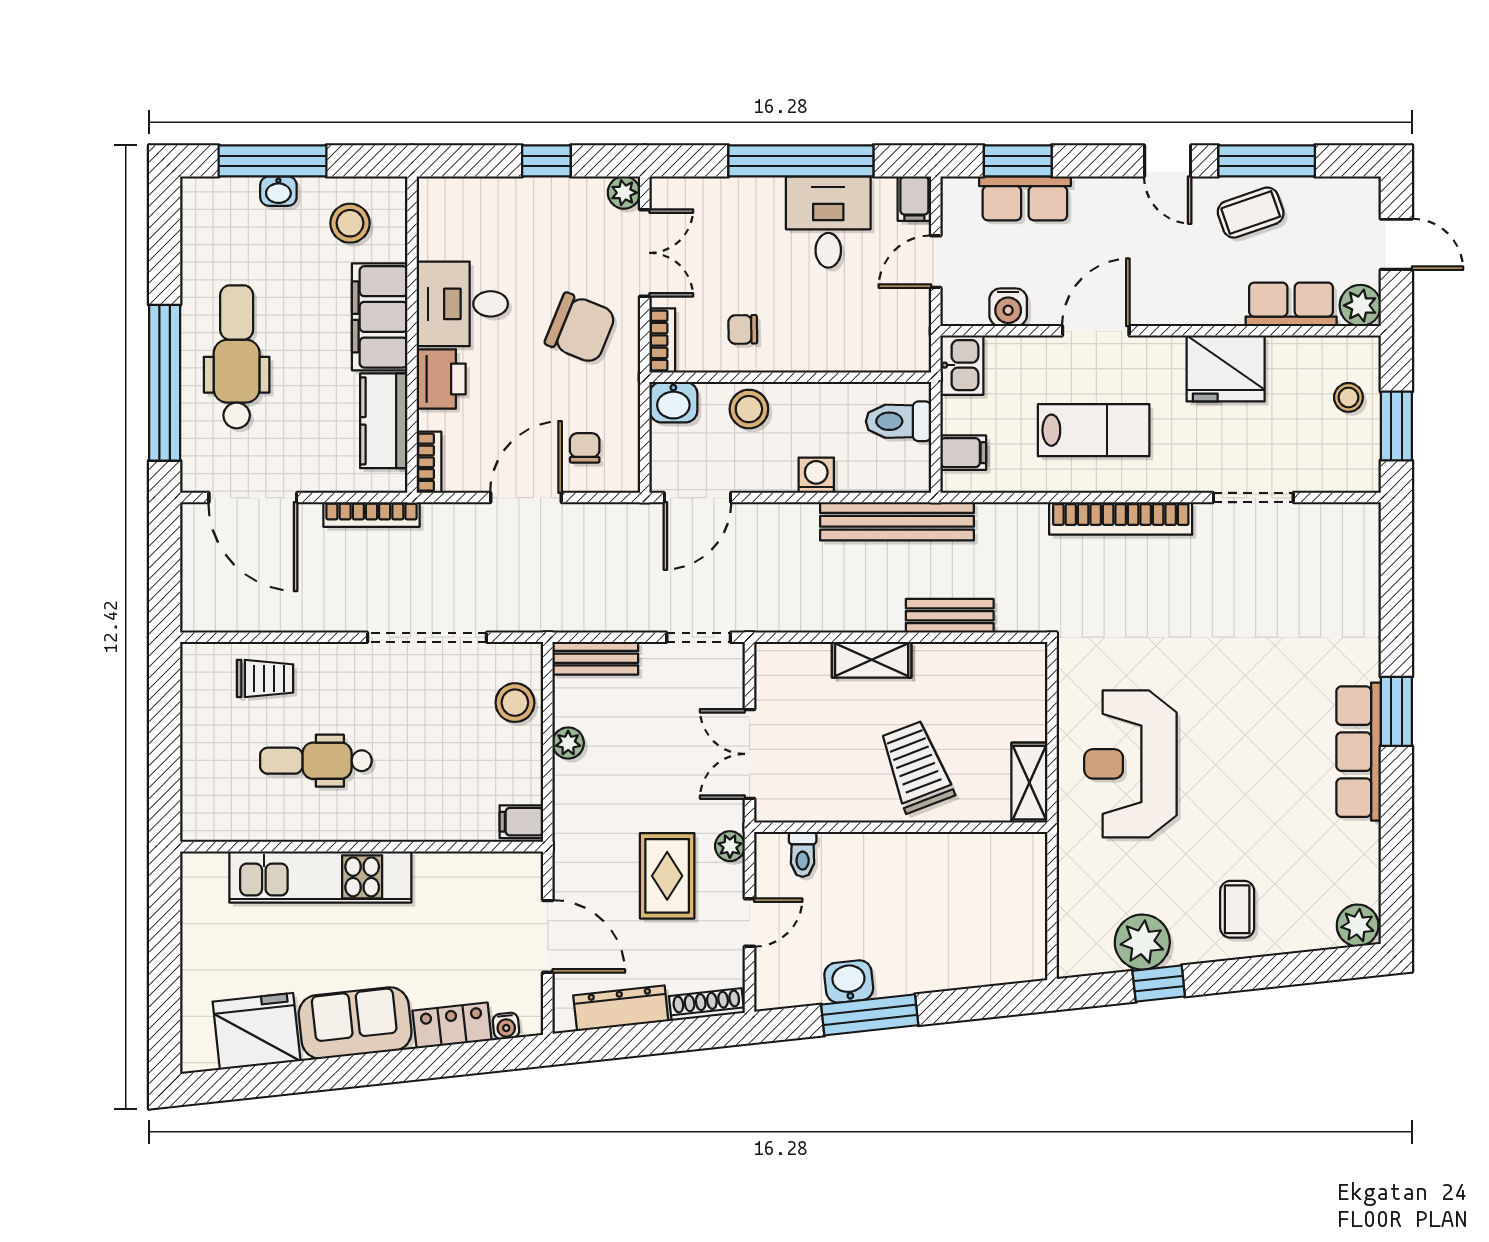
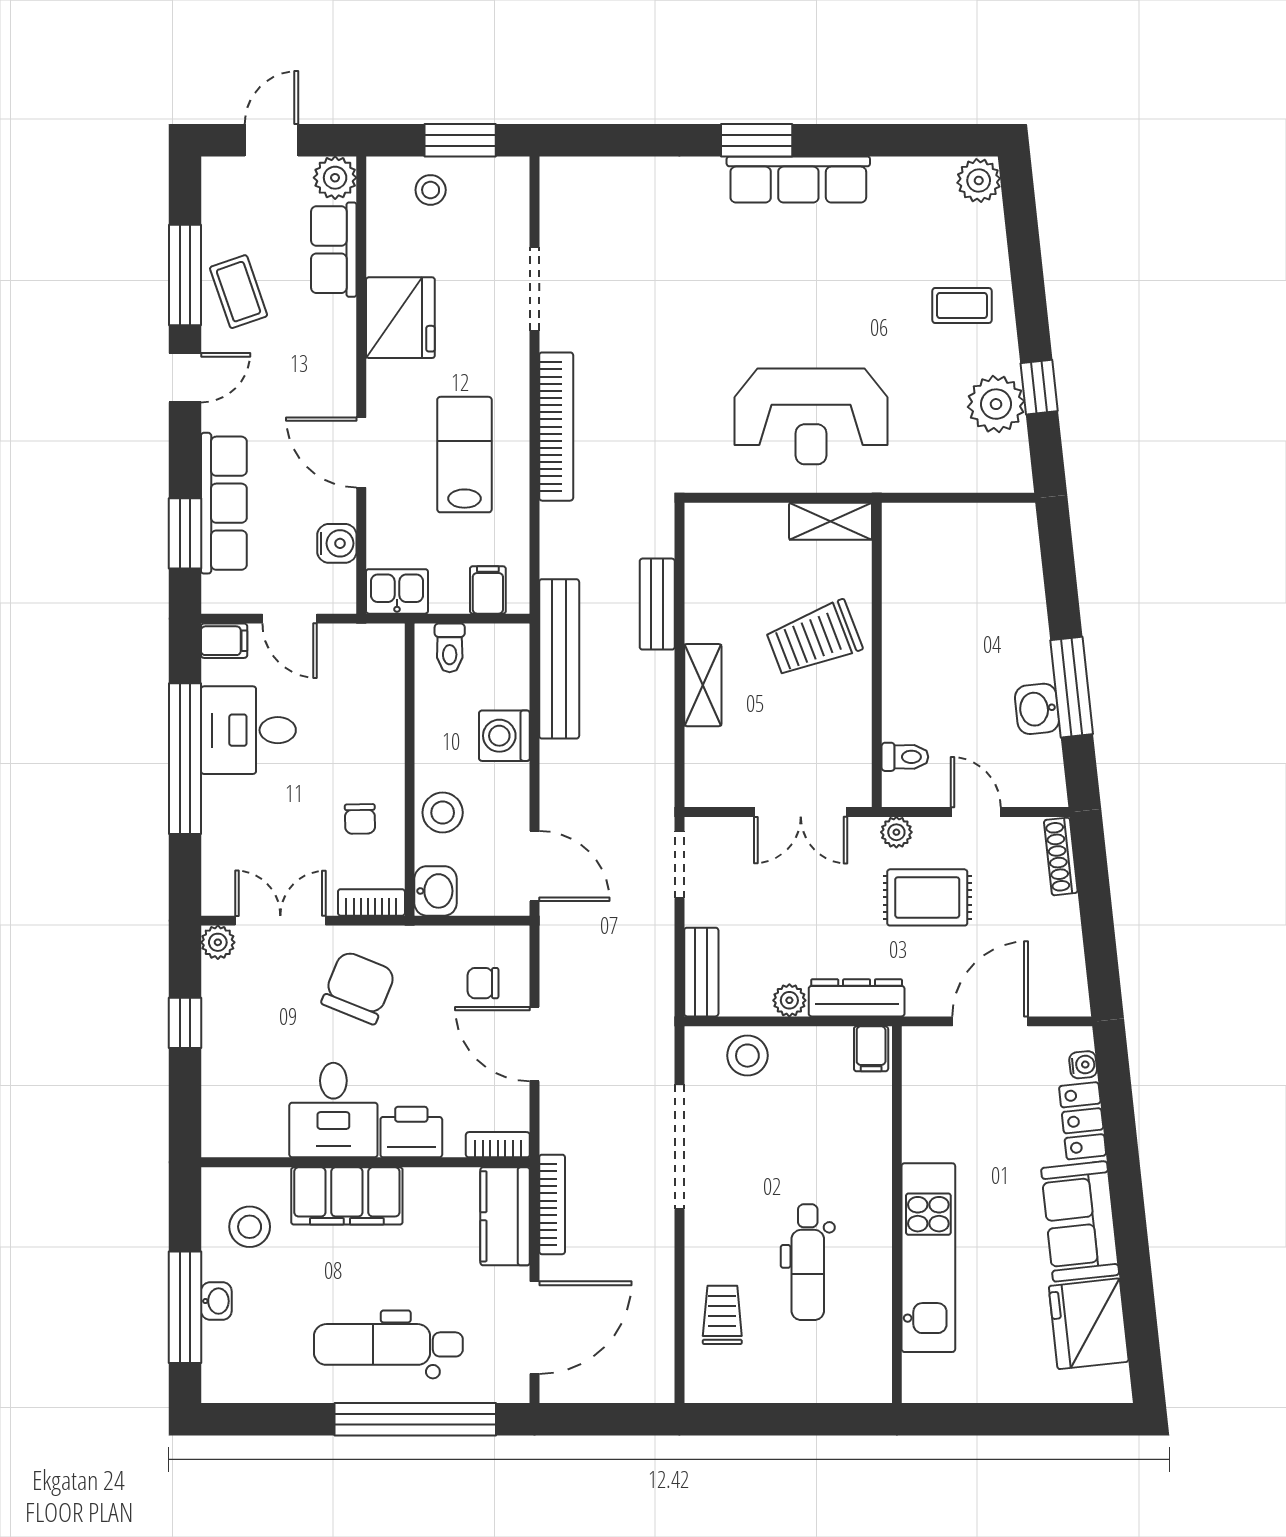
row of seats: (1025, 198) -> (224, 503), width x1.48
kitchen counter: (384, 421) -> (505, 1216), moved, turned 90
toilet: (898, 421) -> (450, 648), width x0.73, depth x0.72
washing machine: (816, 475) -> (504, 736), width x1.38, depth x1.38
dresser: (621, 1008) -> (857, 998), moved, turned 96

